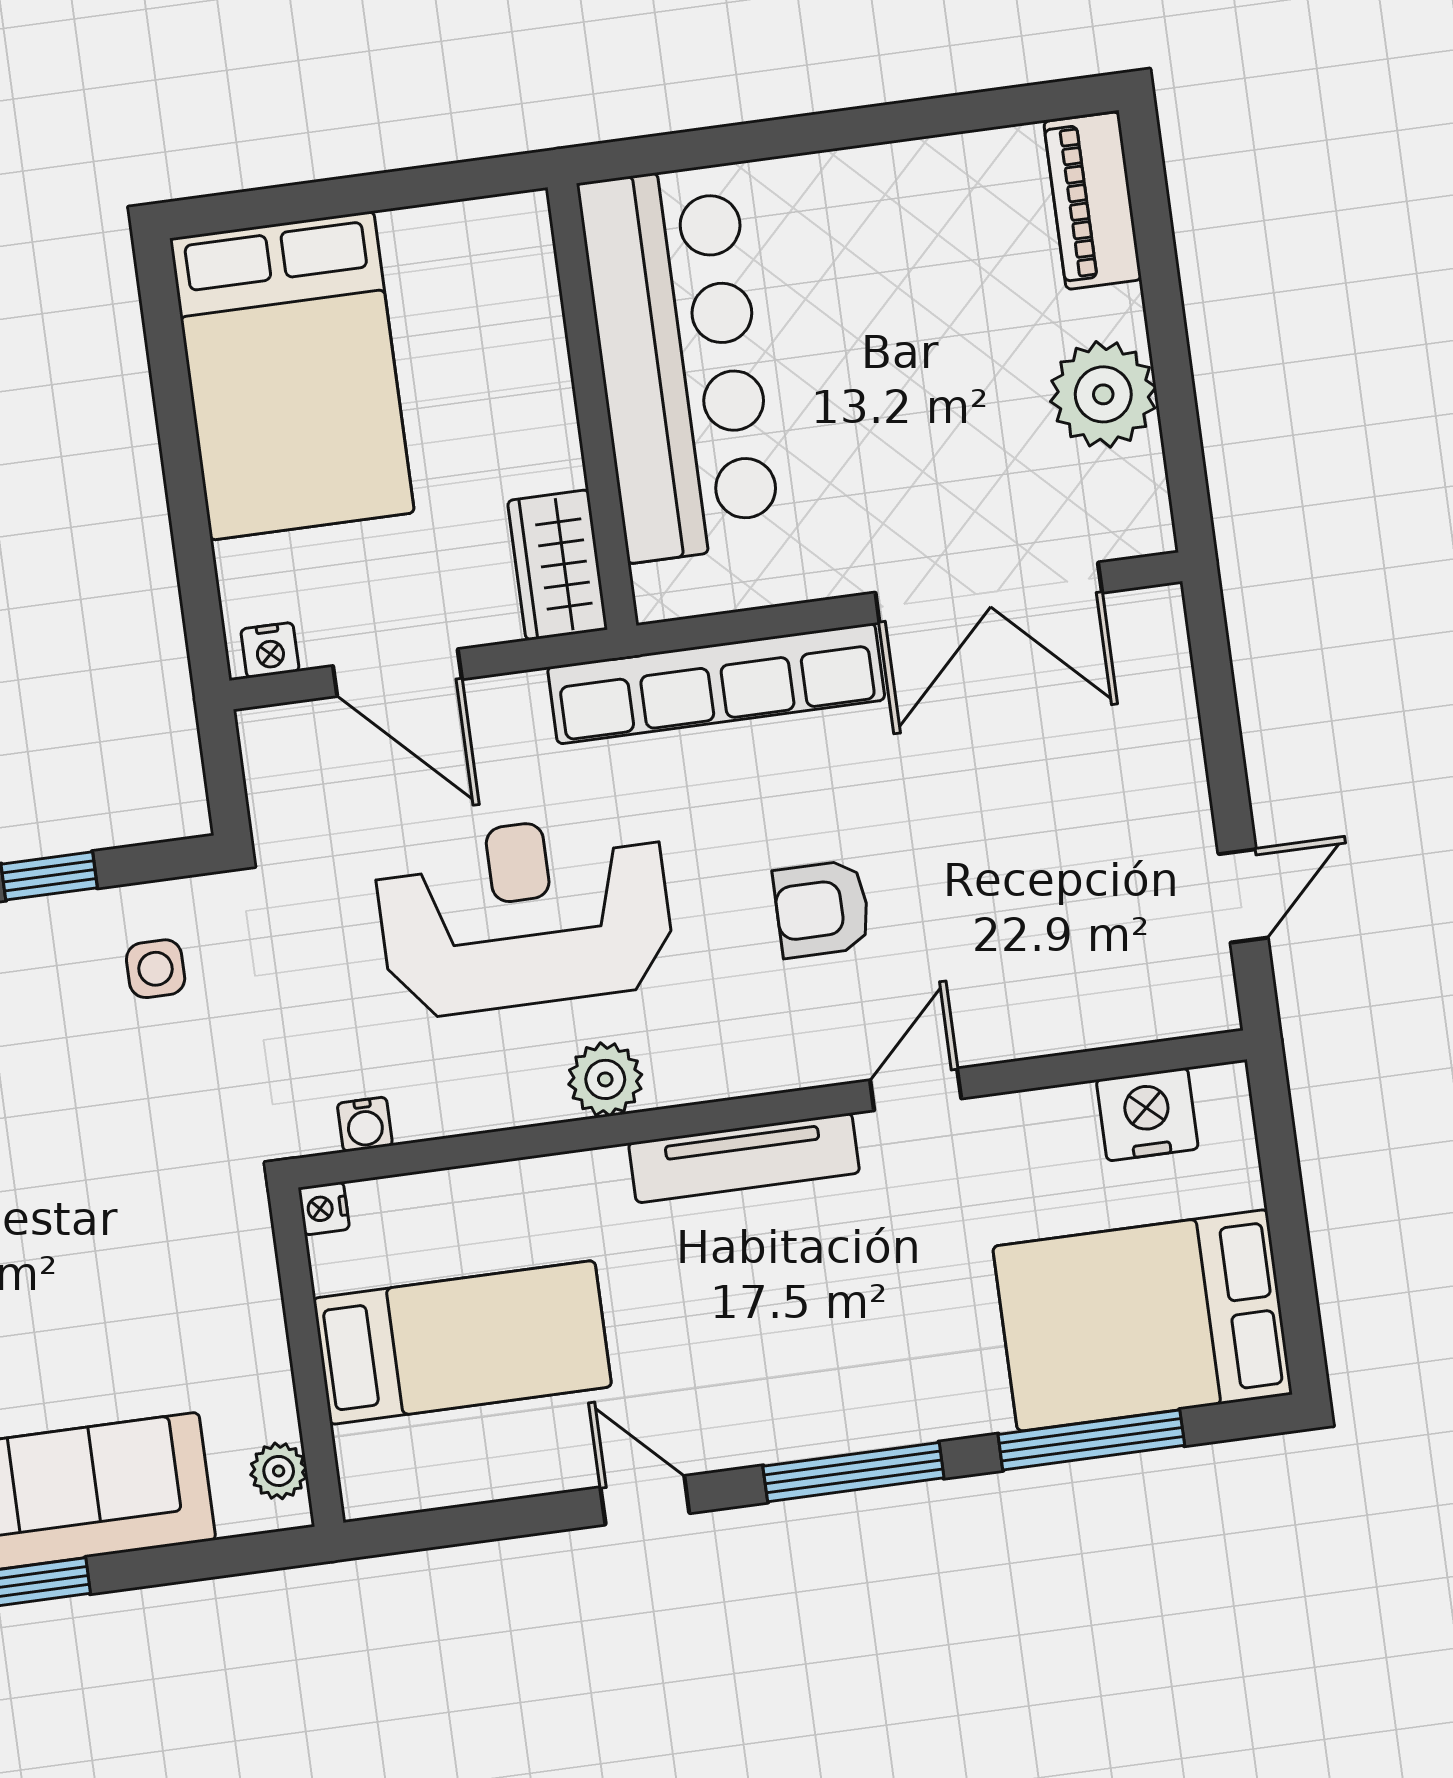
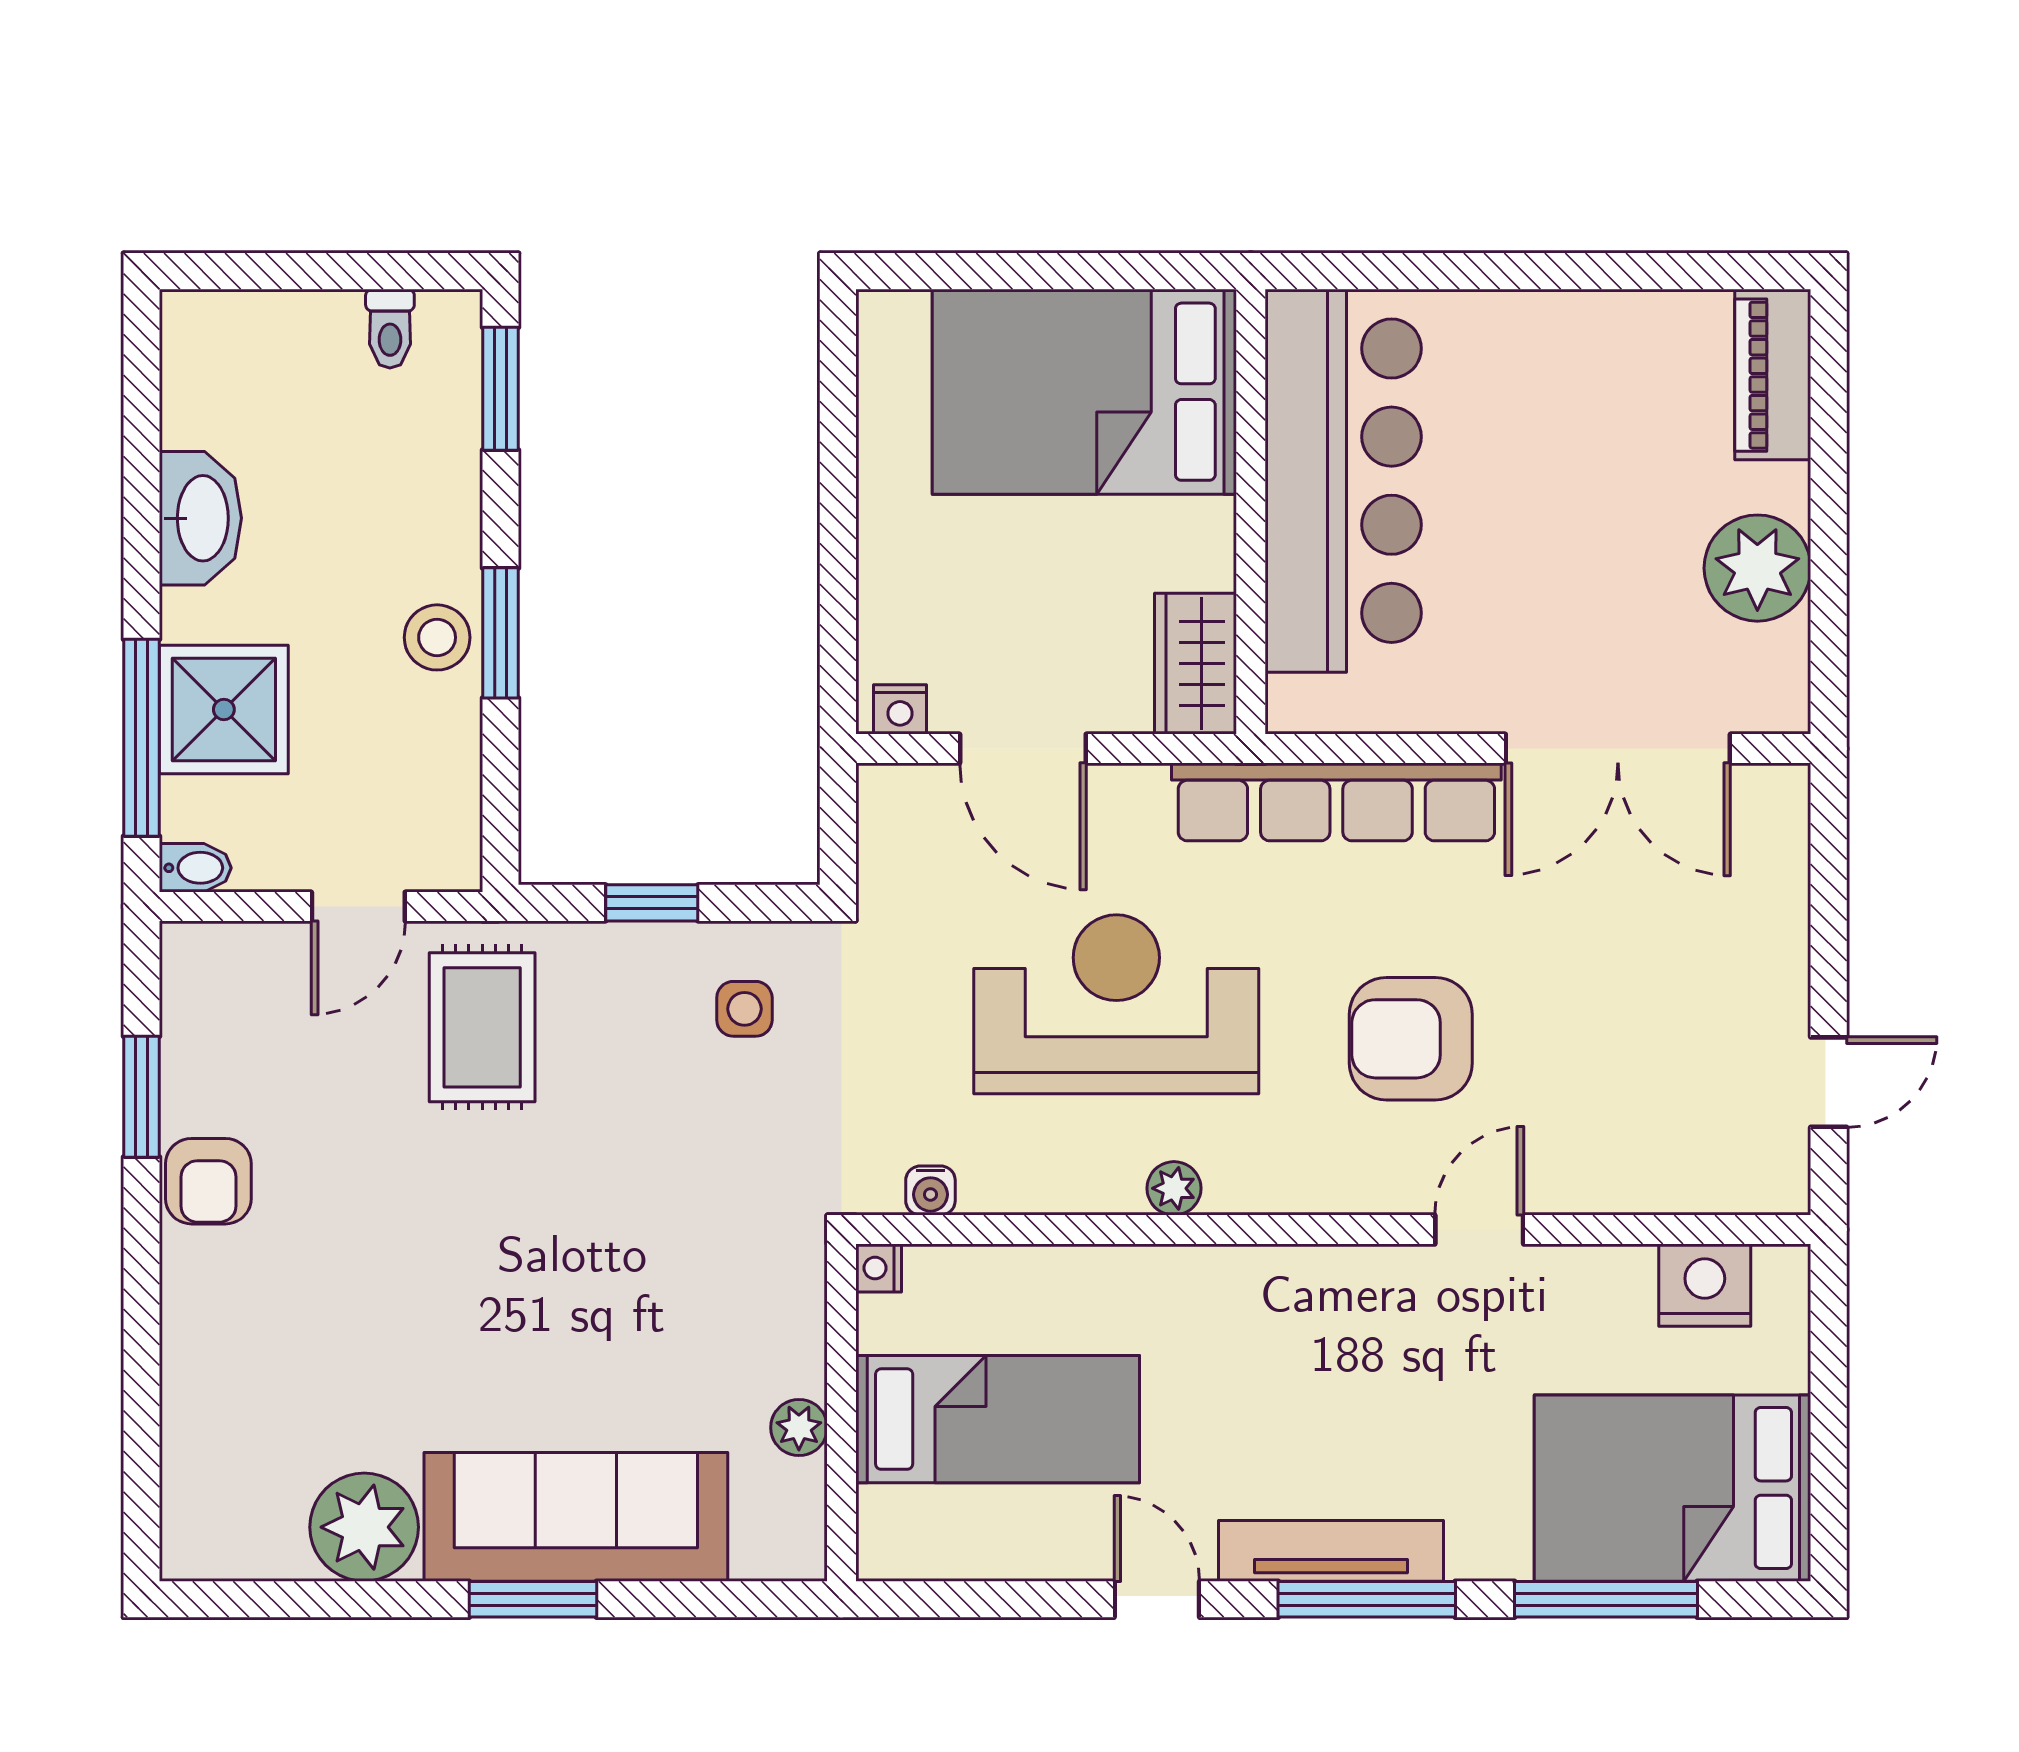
bed: (292, 376) -> (1084, 392), moved, turned 90
armchair: (822, 909) -> (1411, 1039), width x1.38, depth x1.38
plant: (605, 1079) -> (1174, 1188), width x0.73, depth x0.73
tv unit: (744, 1158) -> (1331, 1551), moved, turned 180
plant: (279, 1471) -> (799, 1428), moved

